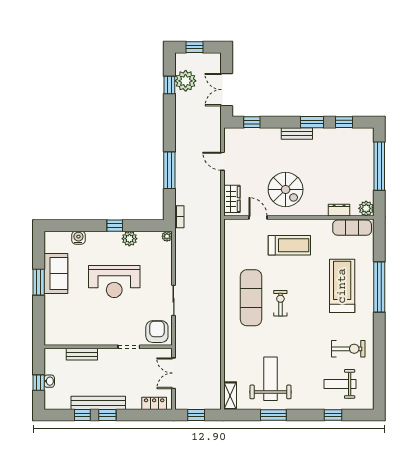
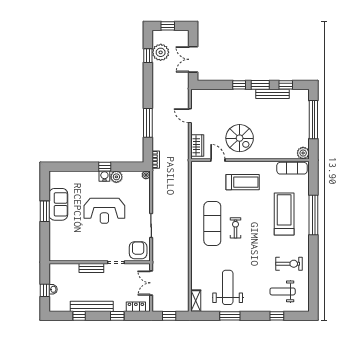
window: (252, 122) -> (239, 85), moved
bench: (297, 133) -> (273, 94), moved, width x1.36
dresser: (339, 210) -> (282, 154), removed
water cooler: (78, 238) -> (104, 176), moved
bench: (82, 354) -> (91, 268), moved
window: (107, 415) -> (117, 316), moved

